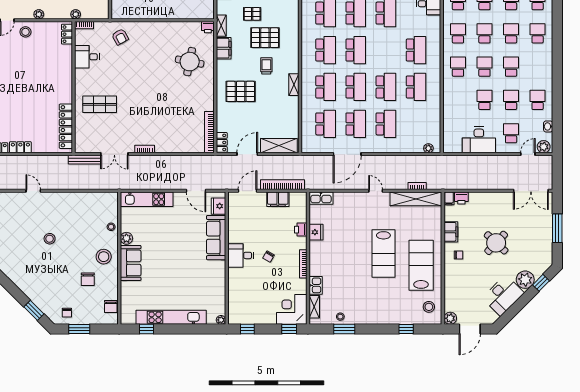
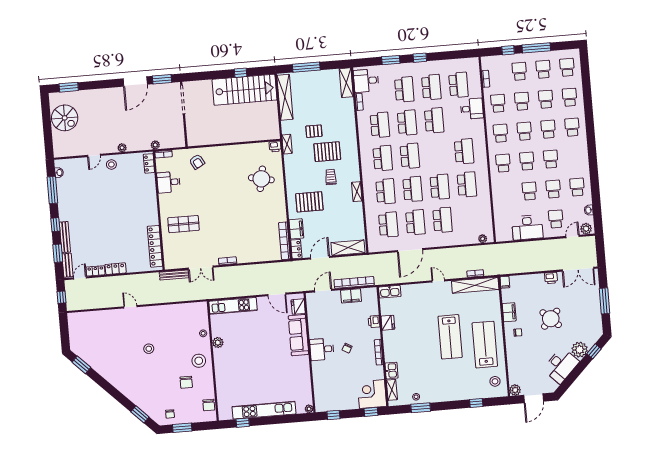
filing cabinet: (224, 48) -> (296, 229), moved
printer: (461, 198) -> (551, 278), moved
sofa: (131, 263) -> (223, 364), removed

